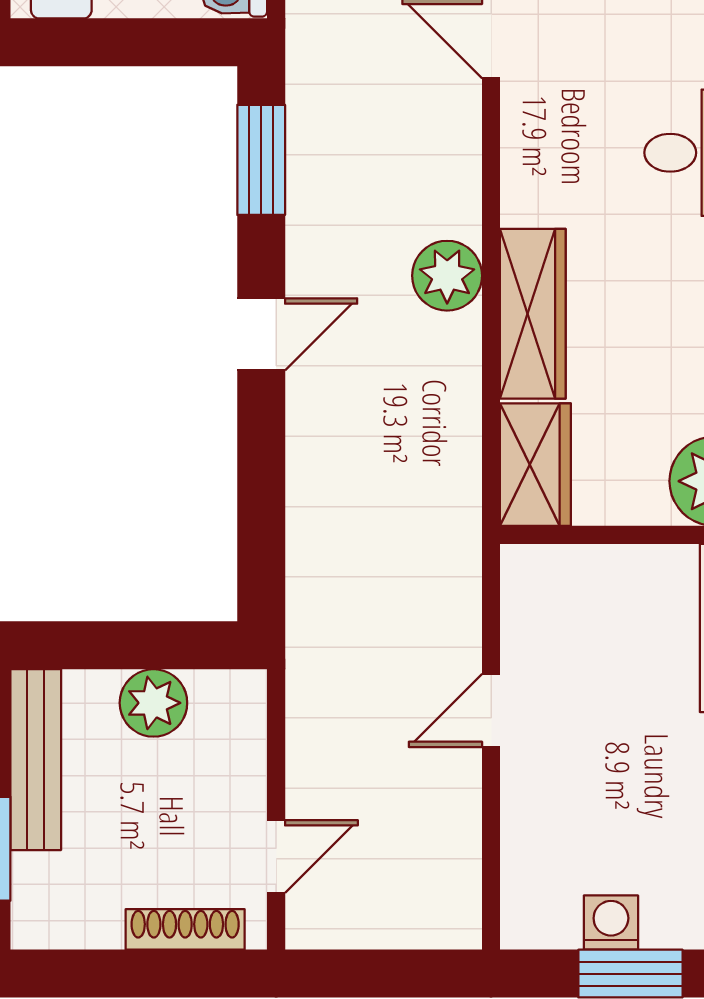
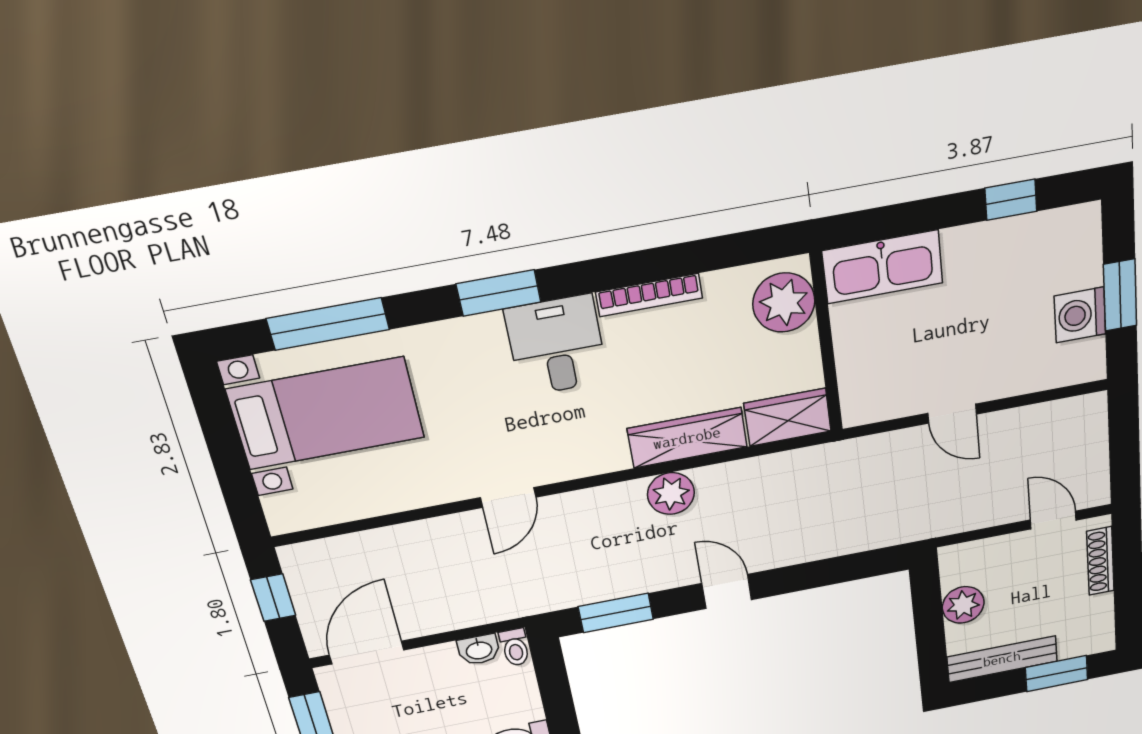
washing machine: (611, 923) -> (1080, 315), width x1.38, depth x1.38

